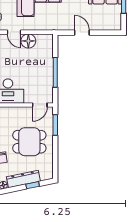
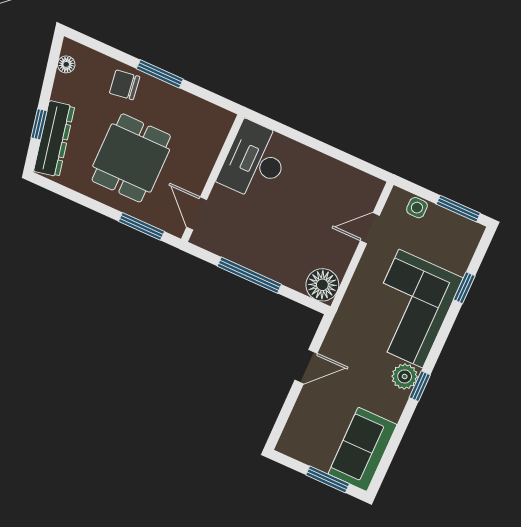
floor lamp: (28, 41) -> (322, 285), moved
dresser: (23, 179) -> (54, 139), moved

